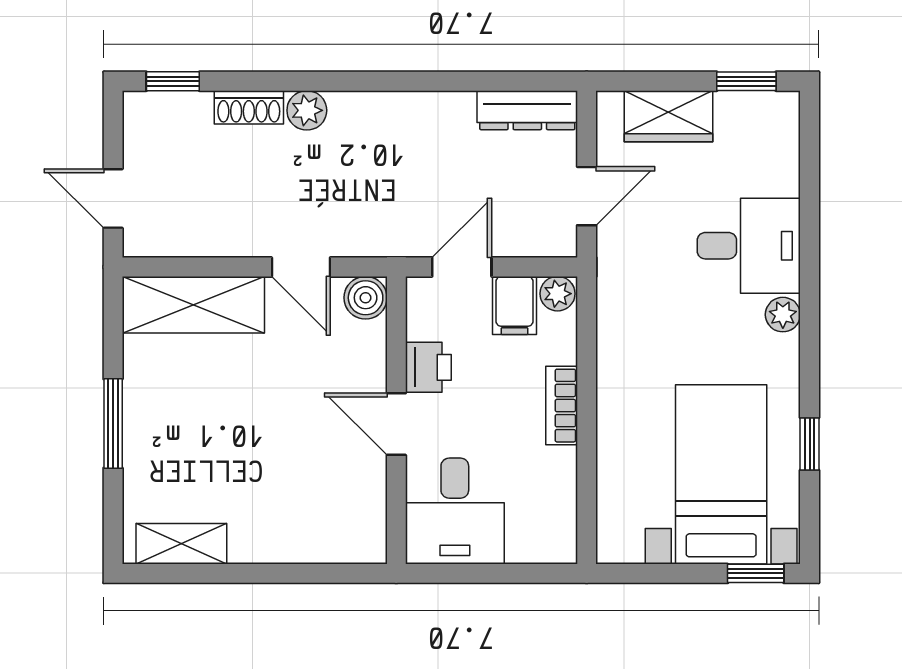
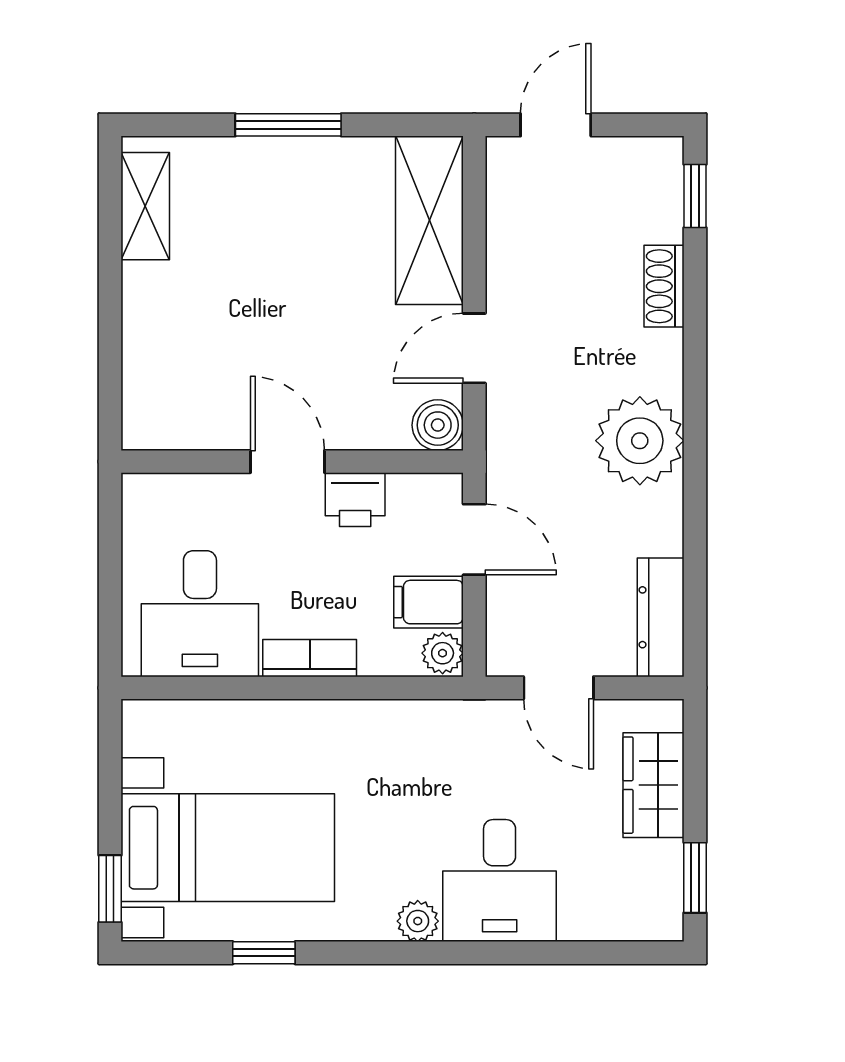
plant: (307, 110) -> (640, 441), moved, width x1.87, depth x1.87
door: (396, 424) -> (287, 462), hinge flipped
desk: (455, 511) -> (200, 614), moved, turned -90

